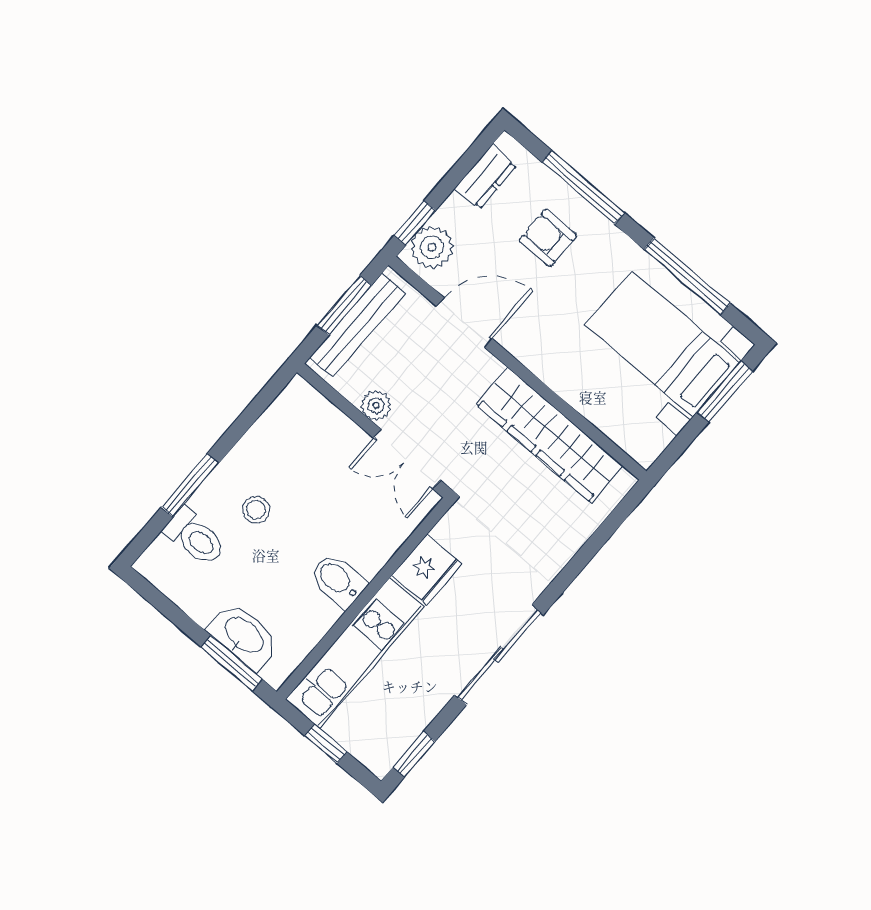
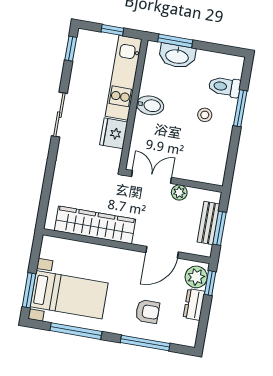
dresser: (486, 177) -> (194, 304), moved
bench: (358, 325) -> (209, 223), width x0.73
sliding door: (499, 655) -> (59, 115), width x0.73

